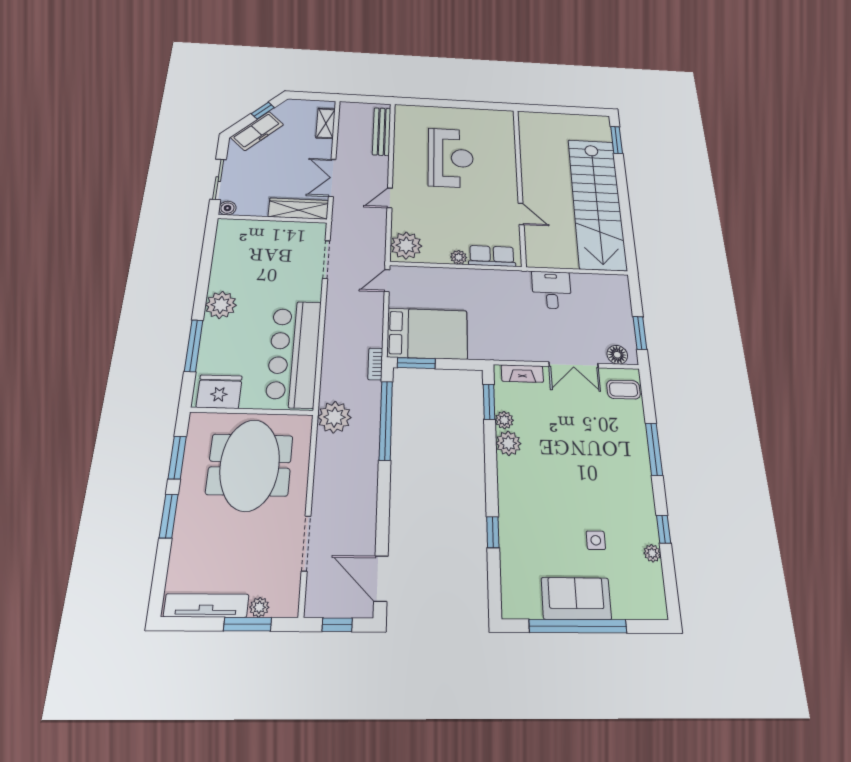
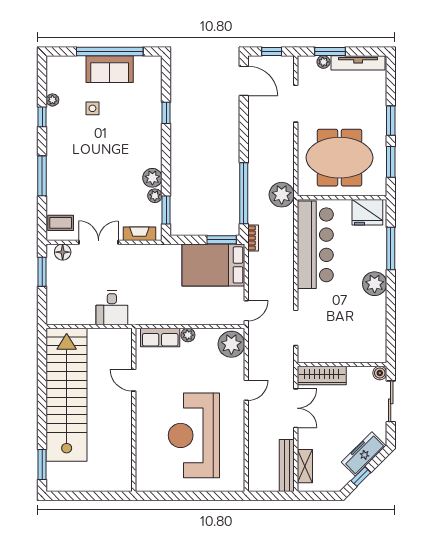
bench: (382, 131) -> (287, 466), moved
reception desk: (451, 158) -> (194, 435), width x1.36, depth x1.30
meeting table: (250, 465) -> (340, 158), turned 90

